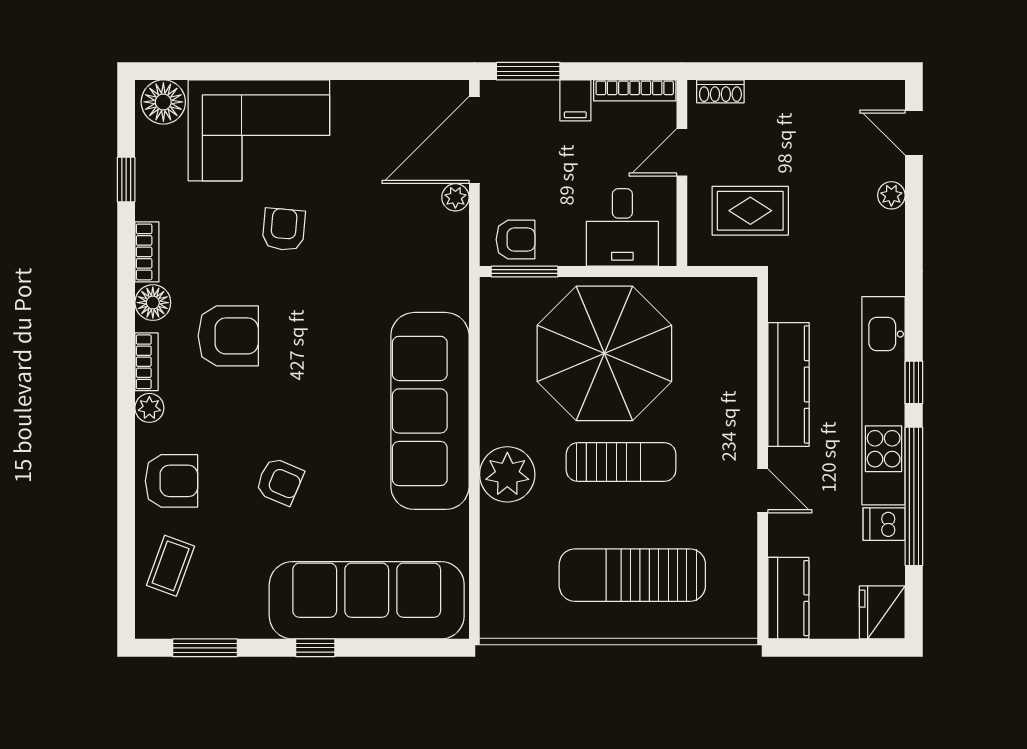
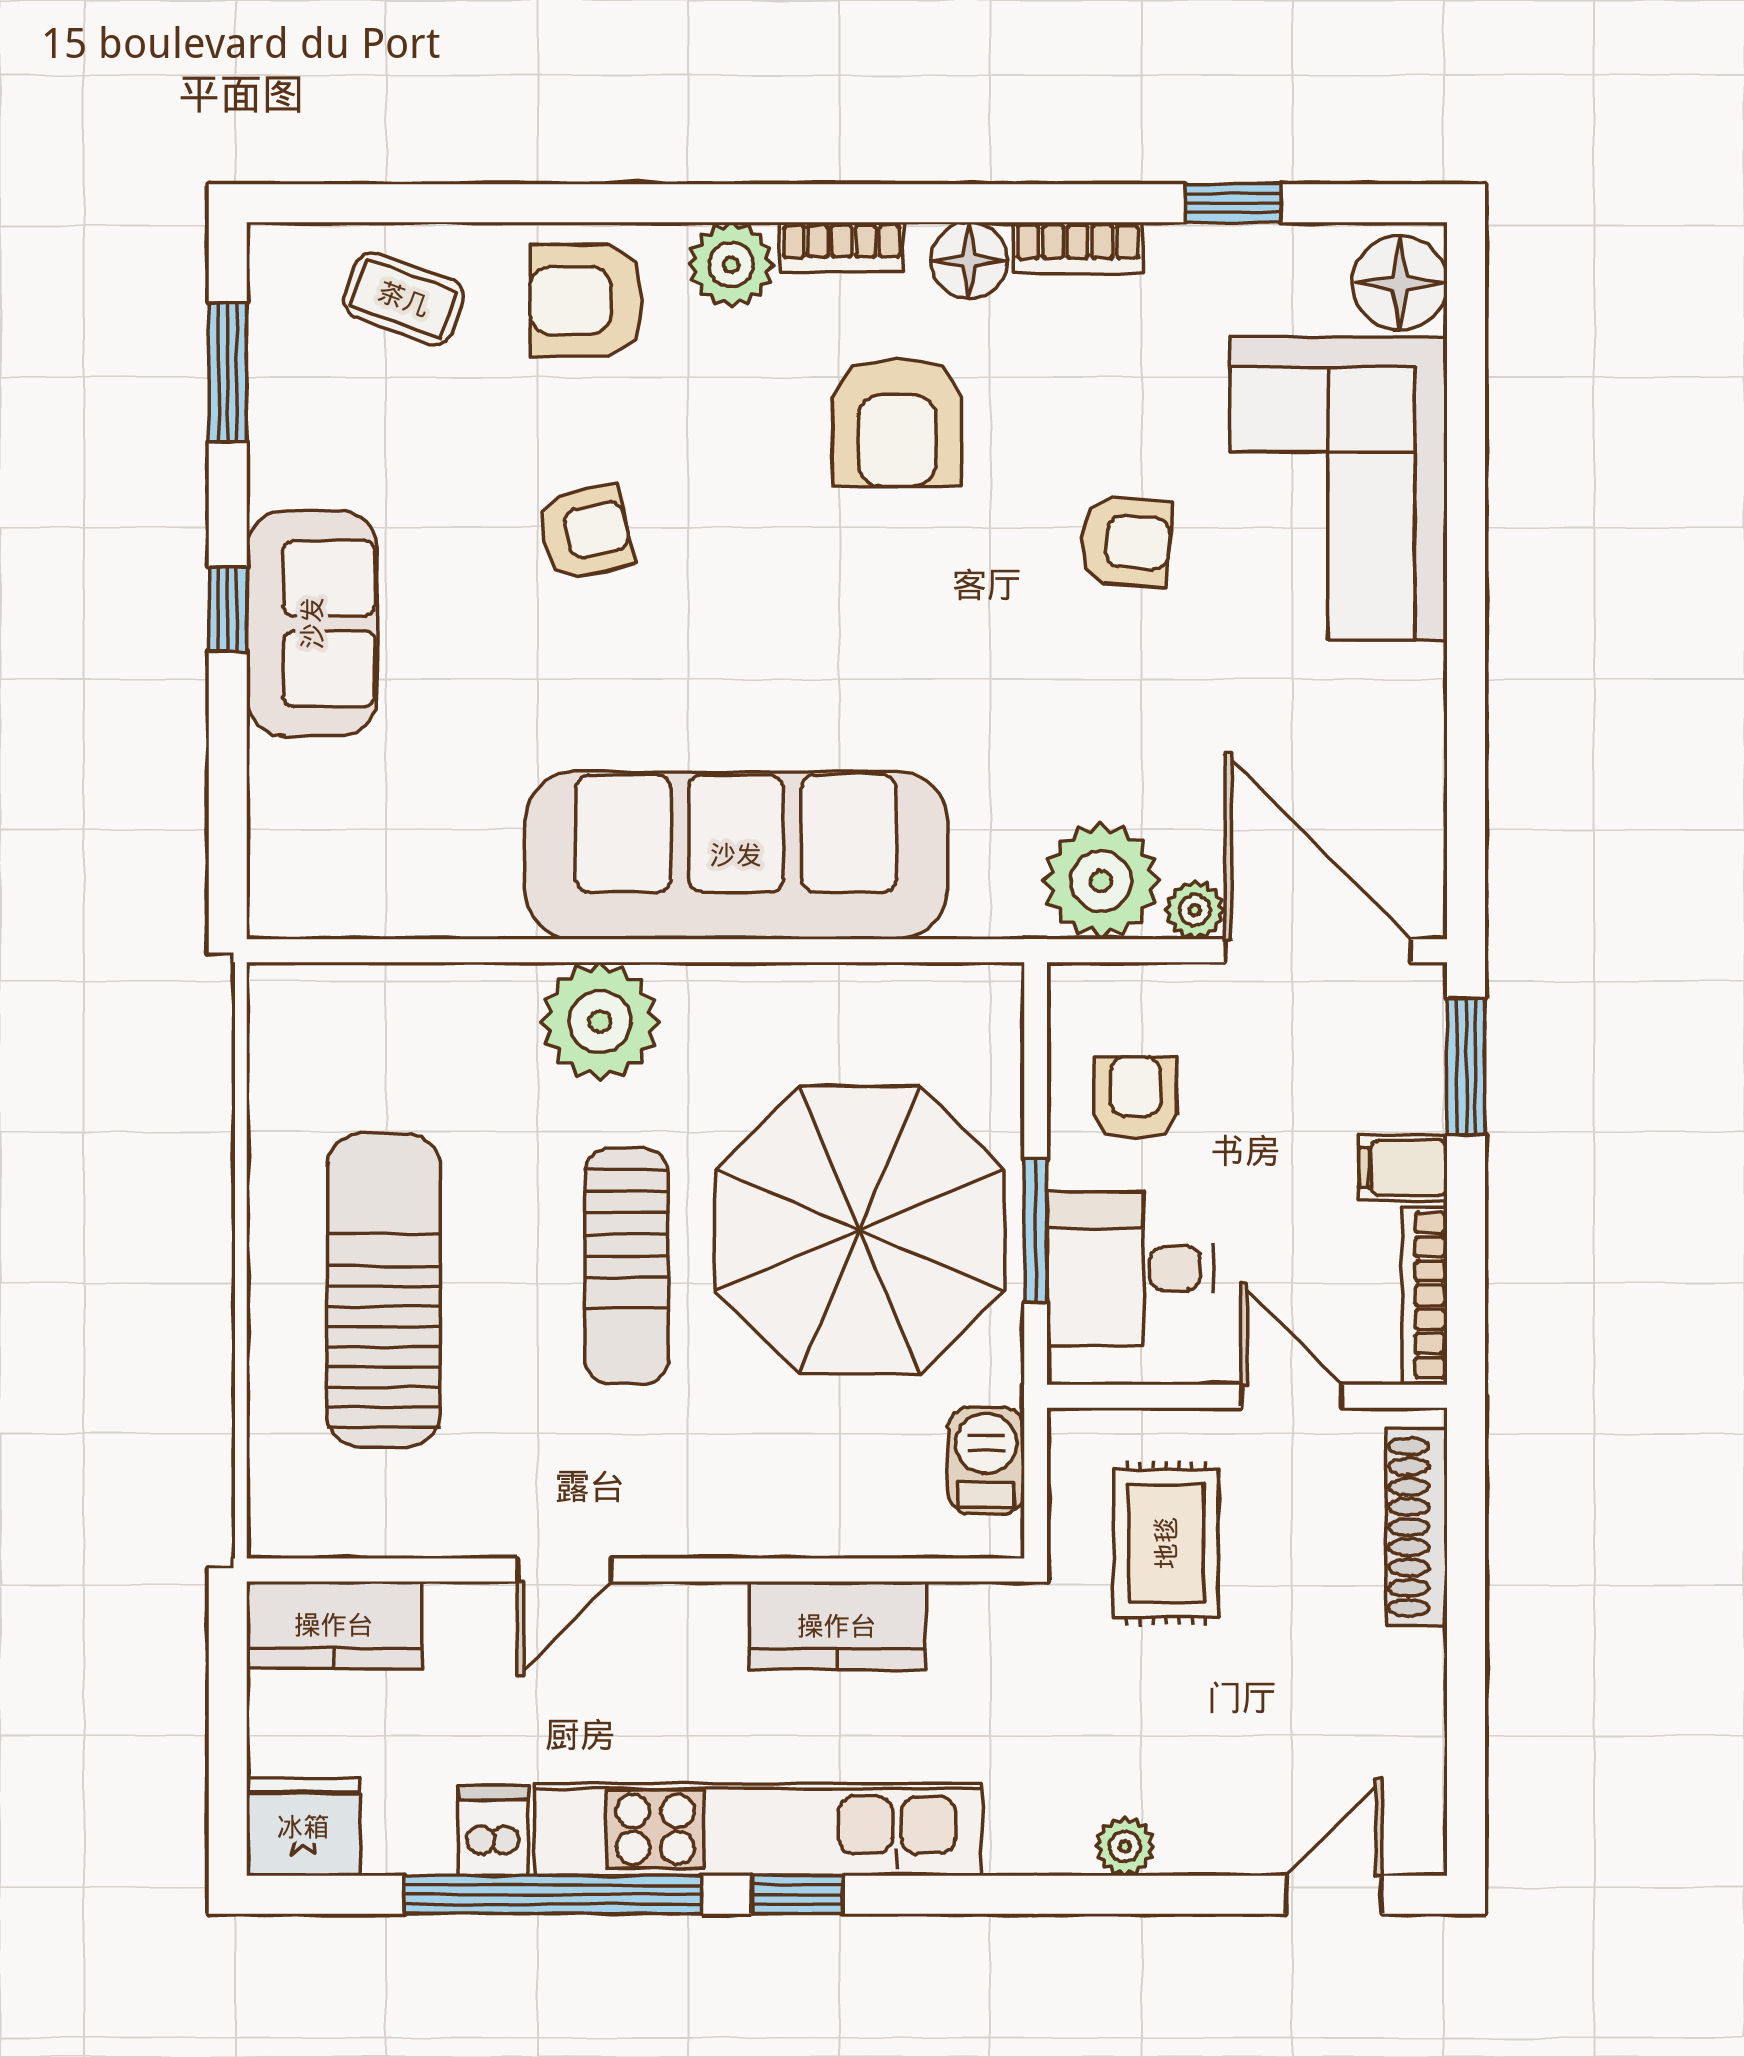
shoe rack: (720, 91) -> (1417, 1527), width x1.94, depth x1.24
plant: (891, 195) -> (1125, 1846), moved
armchair: (516, 240) -> (1136, 1098), moved, turned 180
plant: (442, 241) -> (1101, 881), added
window: (525, 272) -> (1036, 1231), moved
barbecue: (712, 295) -> (986, 1460), added
kitchen counter: (789, 384) -> (837, 1626), width x0.67
plant: (149, 408) -> (731, 265), width x1.38, depth x1.38
armchair: (172, 481) -> (586, 301), turned 90
armchair: (280, 481) -> (585, 533), turned -126
sofa: (367, 600) -> (312, 623), width x0.54, depth x0.79

